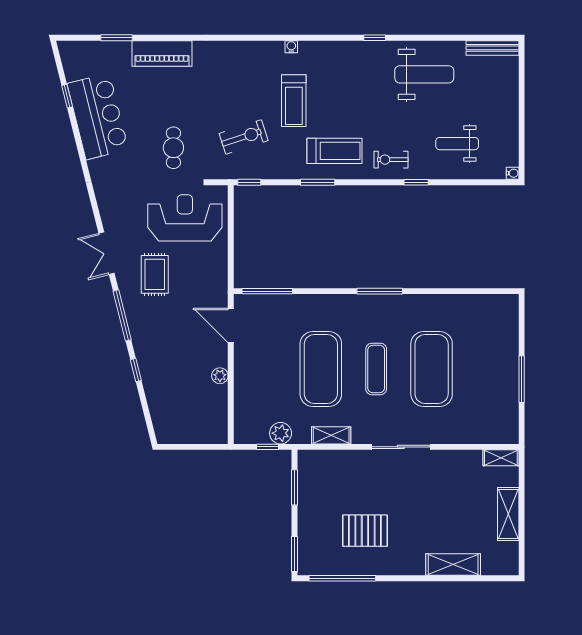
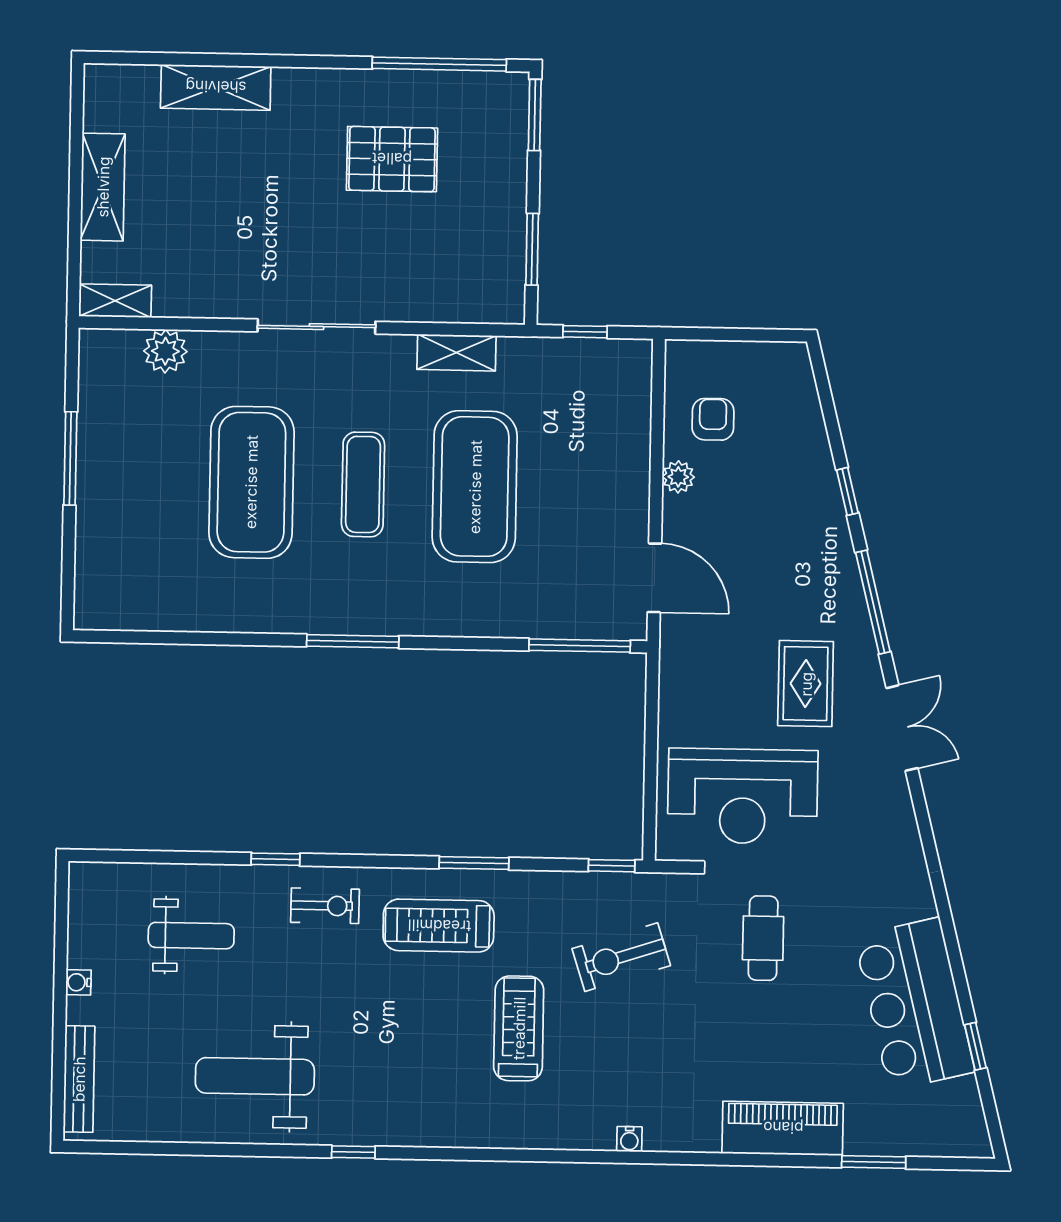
water cooler: (291, 47) -> (629, 1139), moved
bench: (492, 48) -> (79, 1079), moved, turned 90
water cooler: (513, 173) -> (78, 982), moved
armchair: (203, 405) -> (713, 419), added
plant: (281, 433) -> (165, 351), moved

